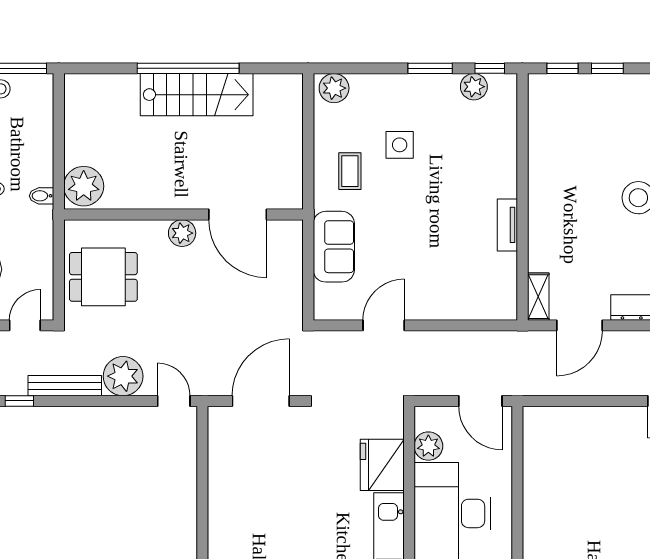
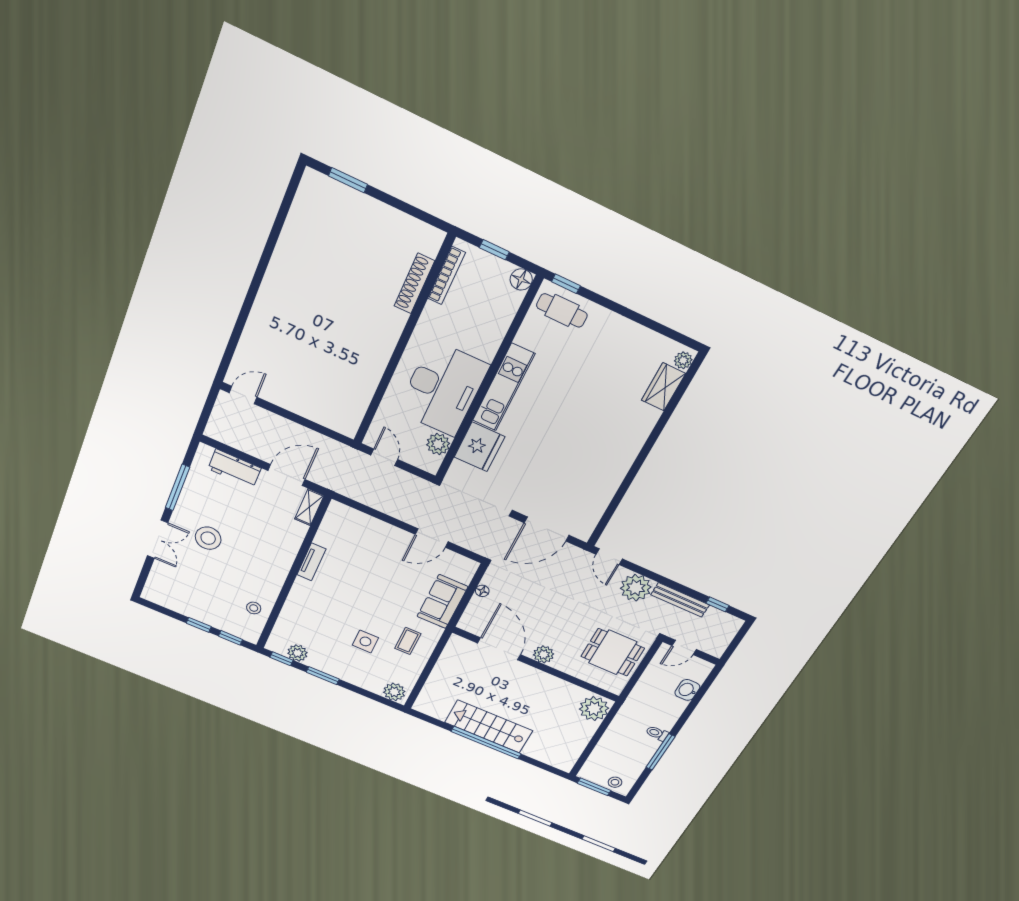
stool: (551, 126) -> (254, 608), added
bidet: (42, 196) -> (625, 715), removed
floor lamp: (295, 284) -> (482, 591), added
door: (480, 401) -> (384, 457), width x0.73

